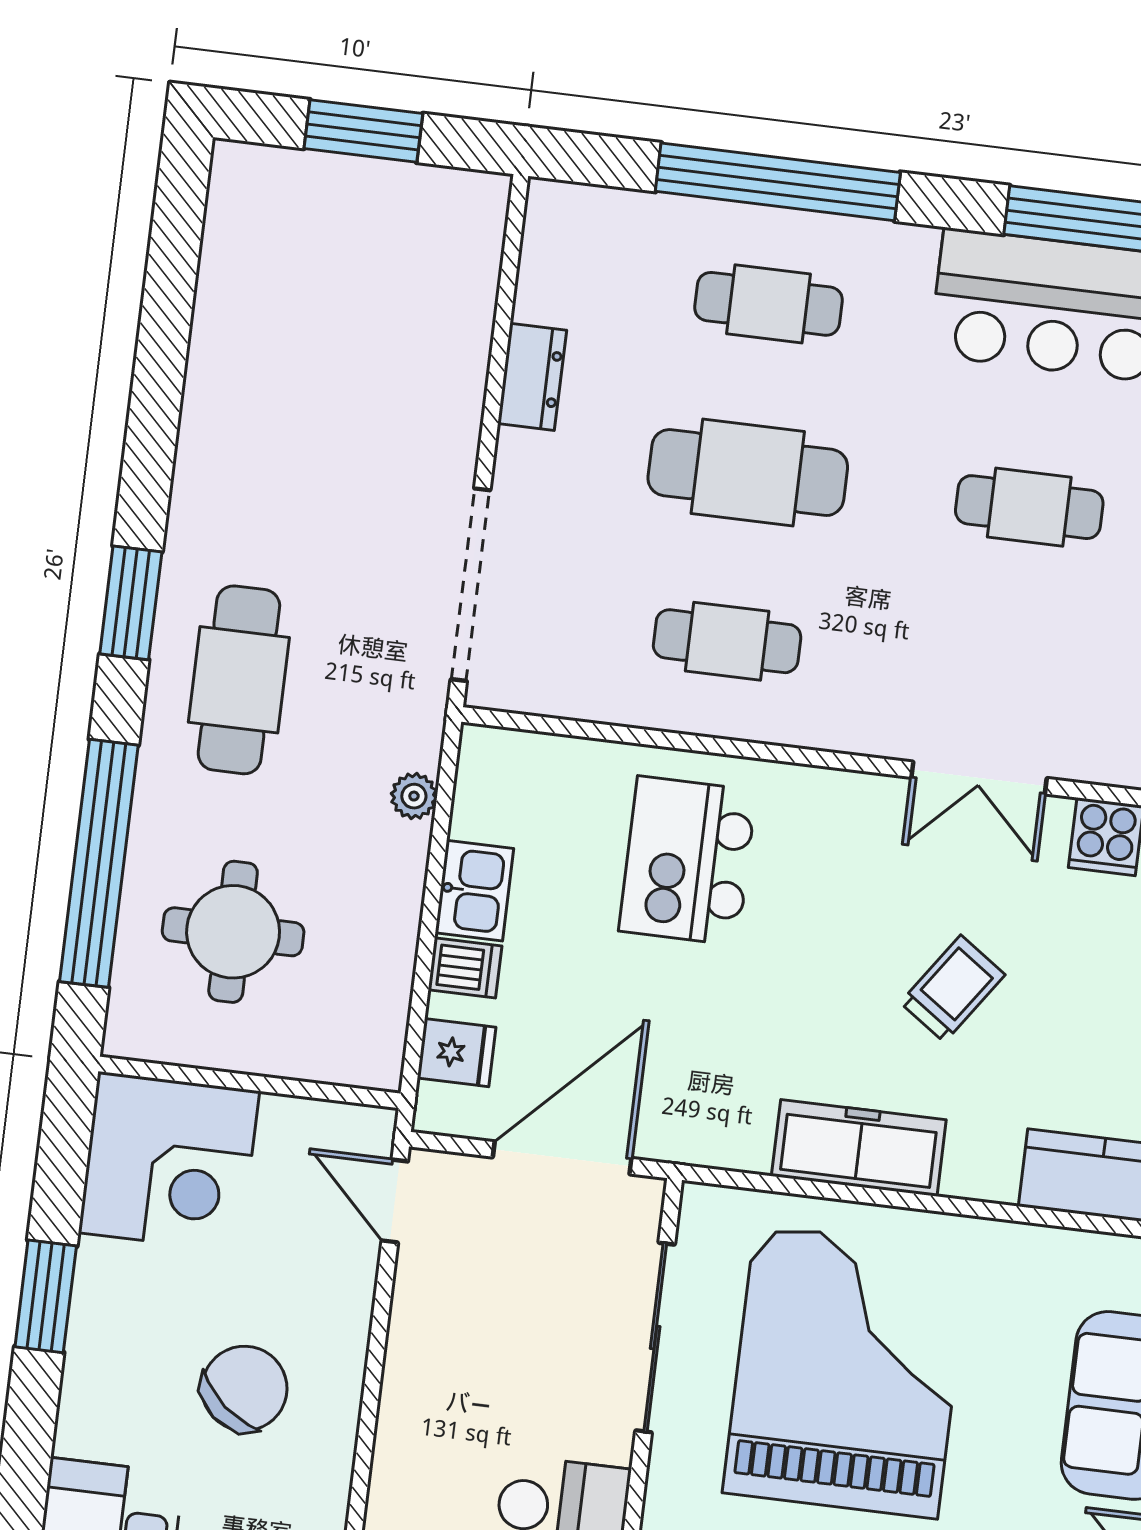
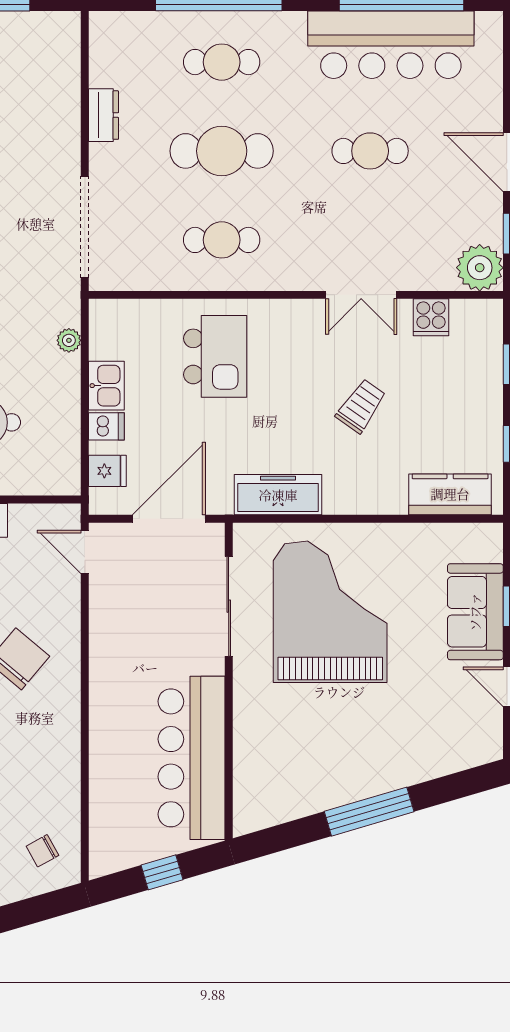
kitchen island: (688, 861) -> (215, 356), turned 180
freezer: (859, 1148) -> (278, 495), moved

